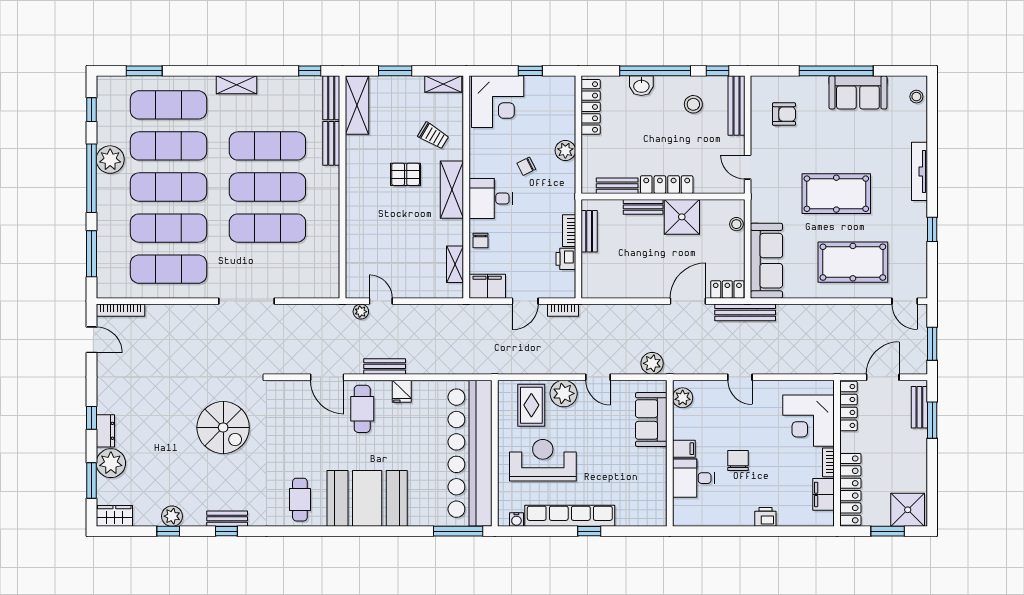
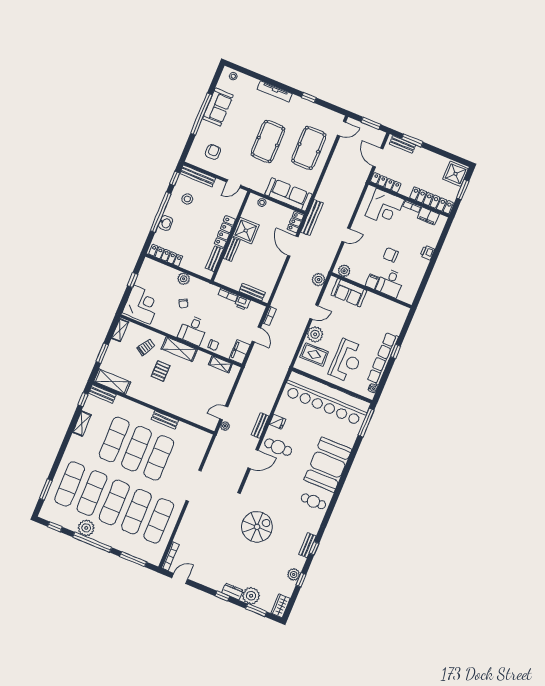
shelving: (236, 85) -> (82, 424), moved
bench: (331, 143) -> (165, 420), moved
bench: (589, 231) -> (252, 292), moved
reception desk: (543, 460) -> (347, 361), turned 180

